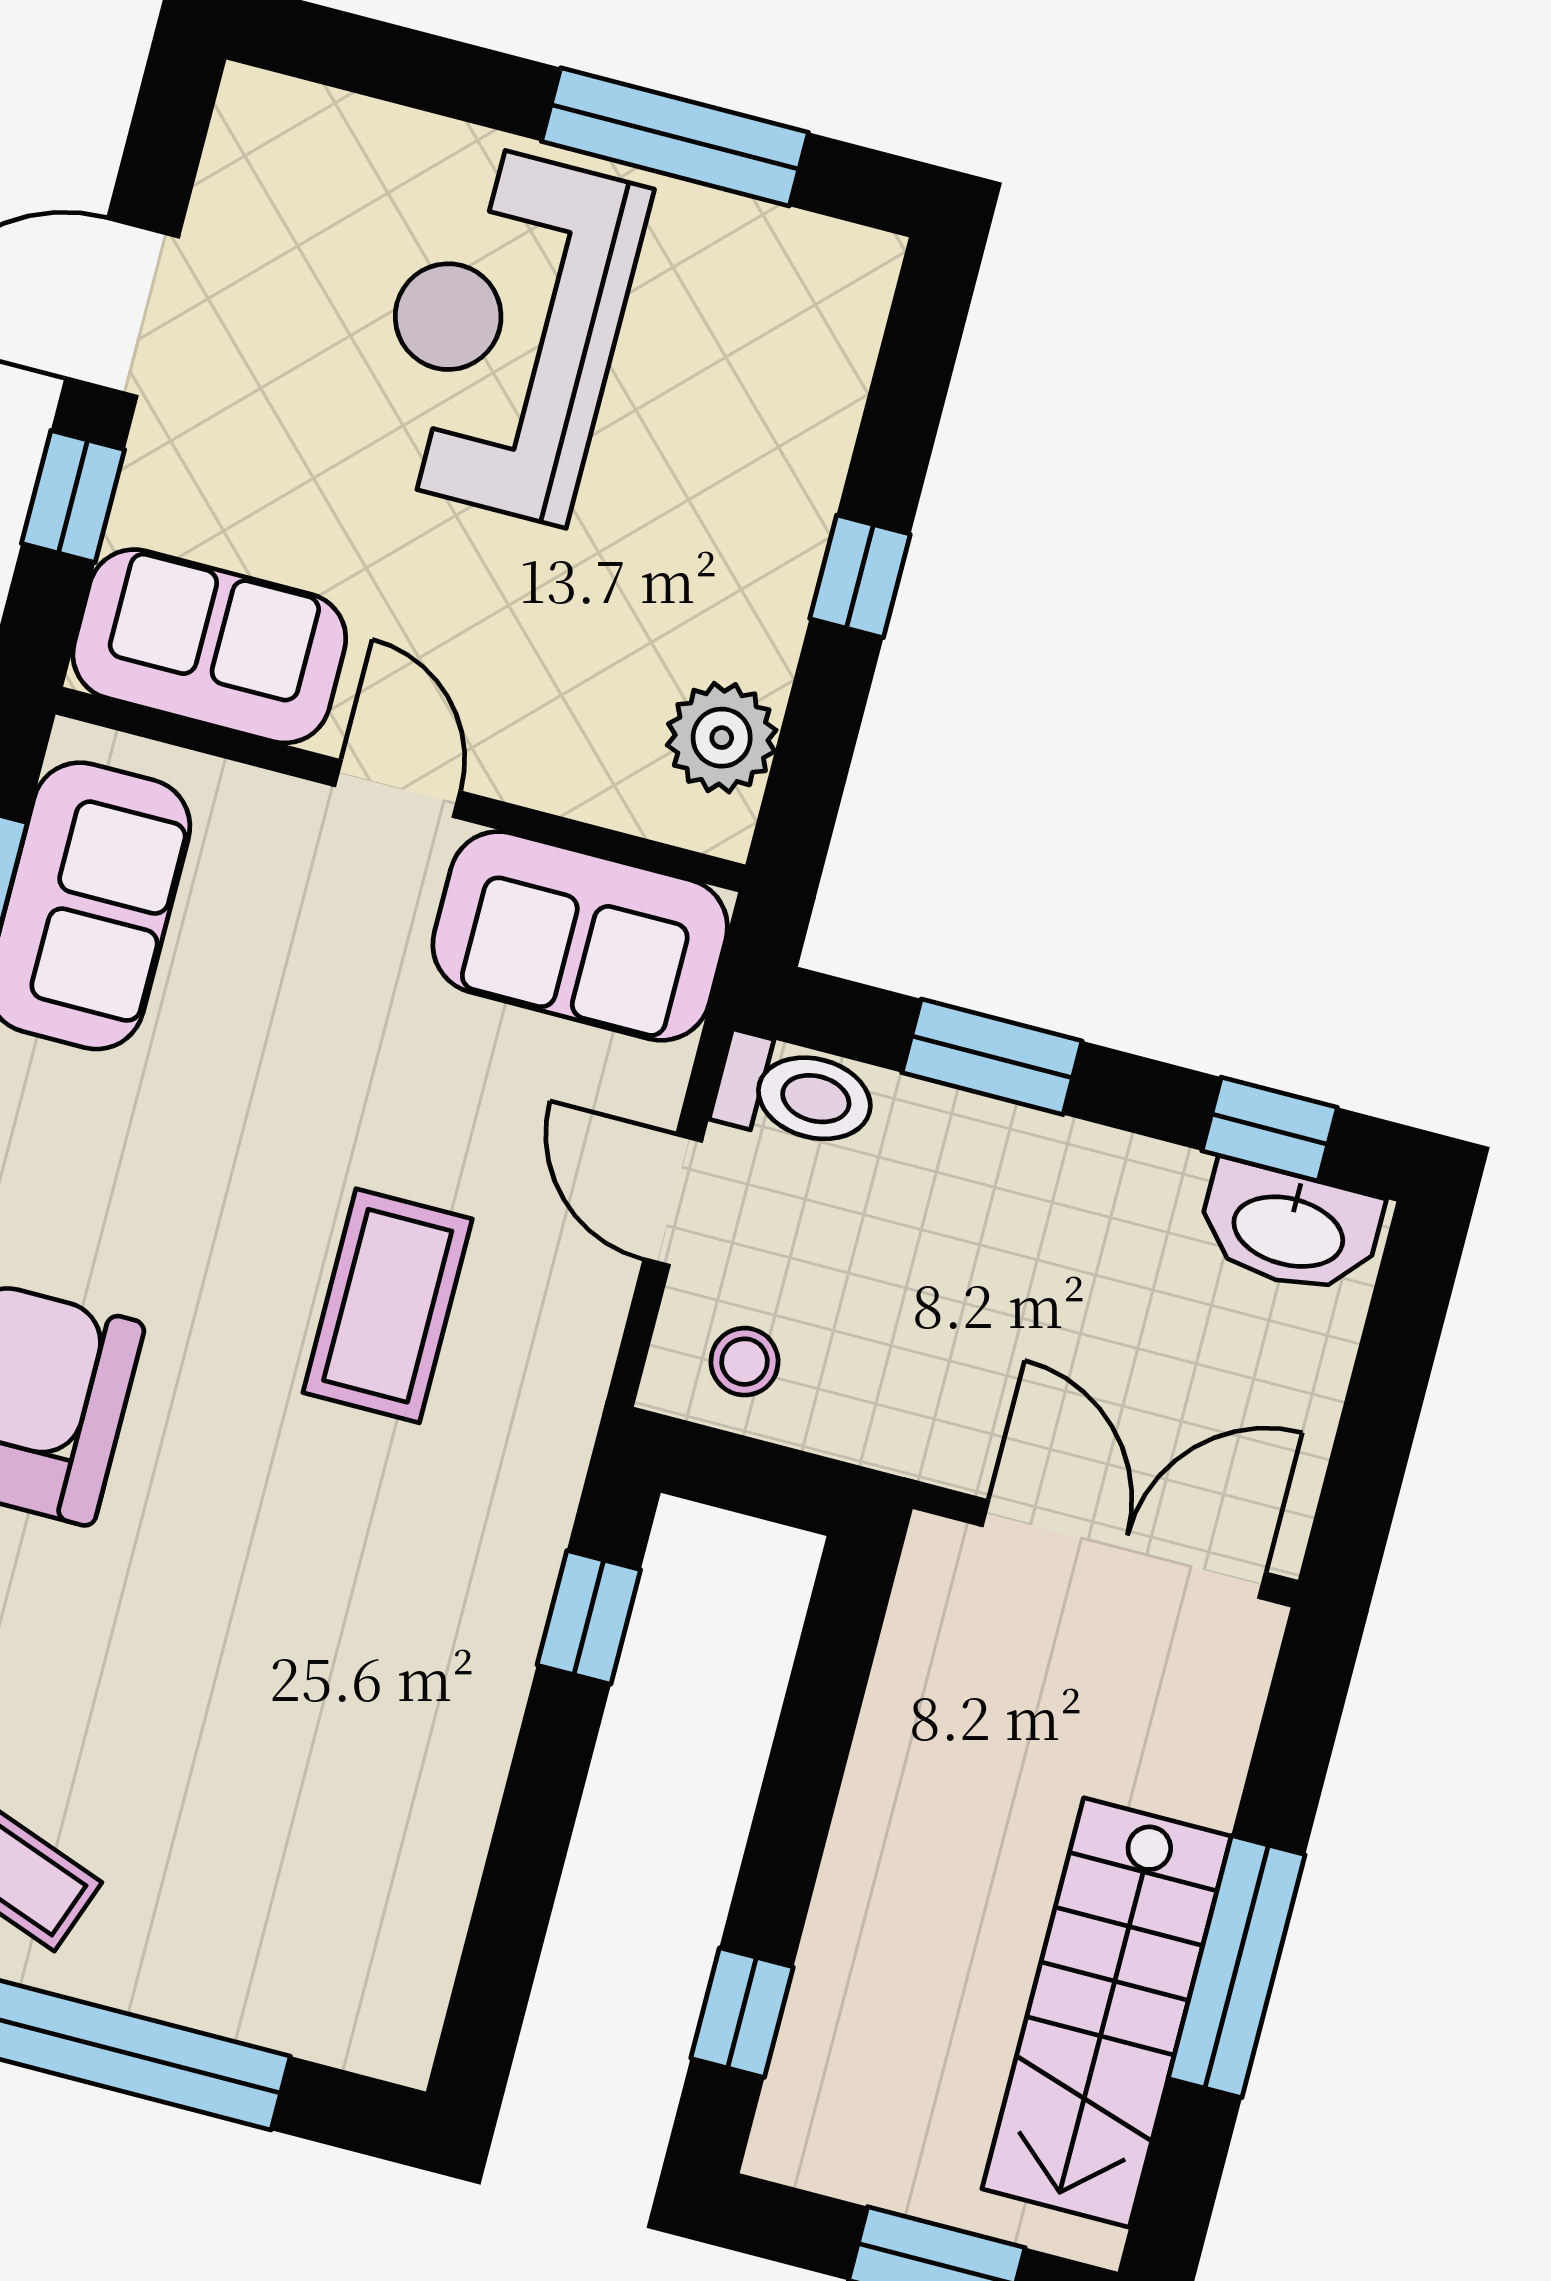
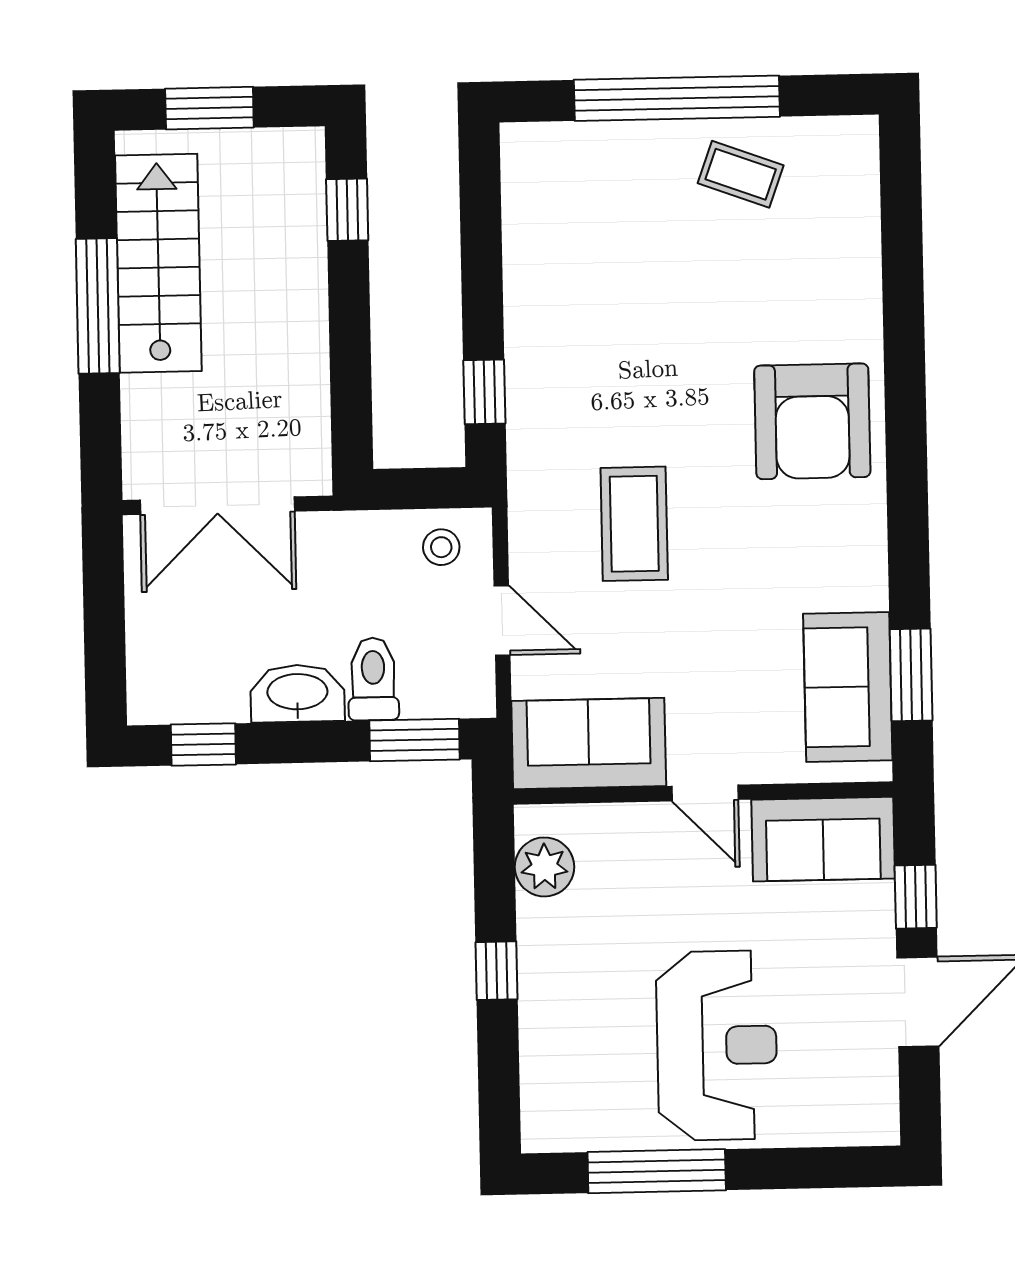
window: (992, 1057) -> (415, 740), moved
toilet: (795, 1093) -> (373, 679), moved, turned 90
washbasin: (1289, 1229) -> (297, 693), moved

